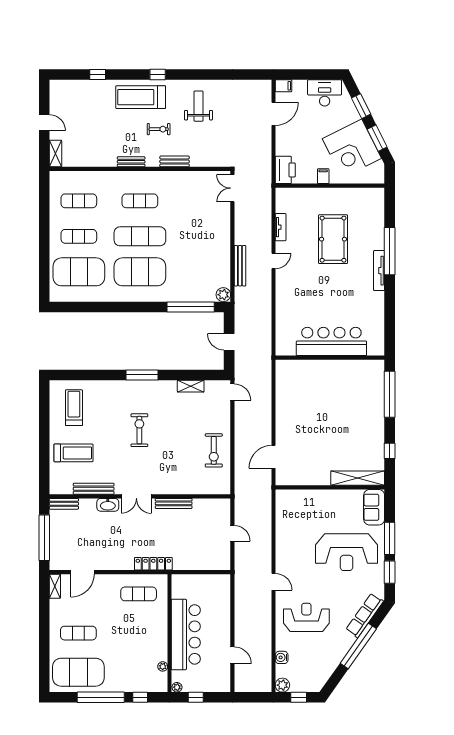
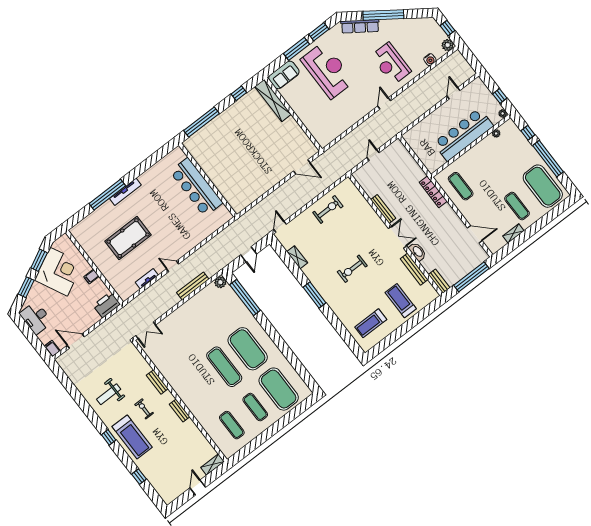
exercise mat: (140, 201) -> (201, 385), removed
shelving: (55, 586) -> (513, 233), moved

